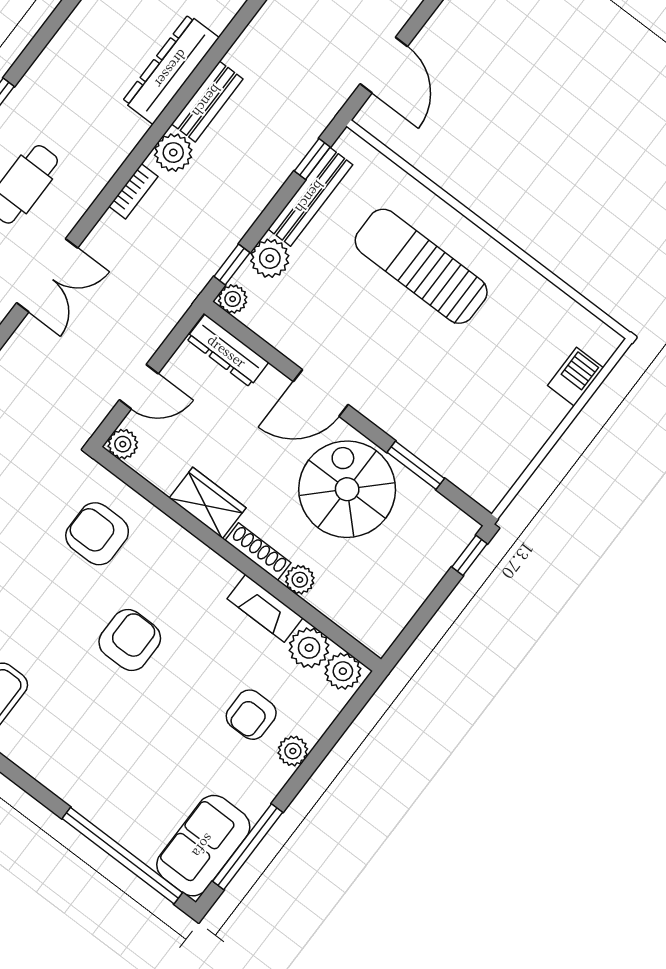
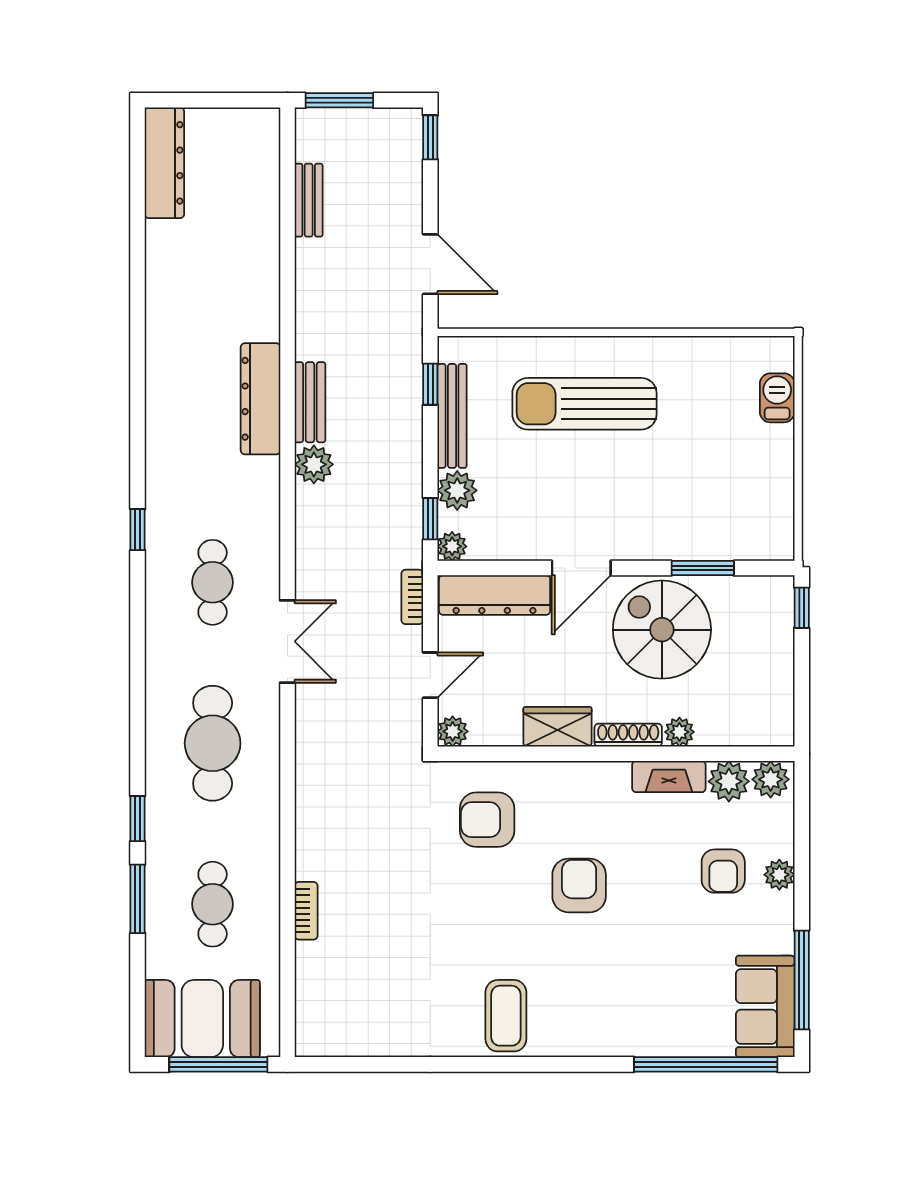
bookcase: (133, 191) -> (412, 597), moved, turned 180
dresser: (227, 351) -> (495, 595), width x1.37, depth x1.24

